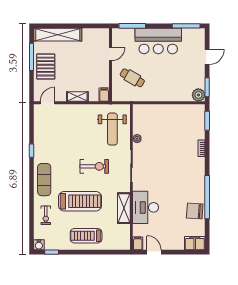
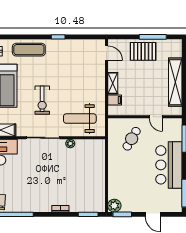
shelving: (58, 35) -> (175, 82), moved
filing cabinet: (104, 95) -> (115, 100), moved

